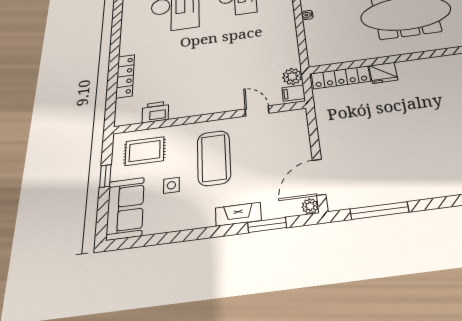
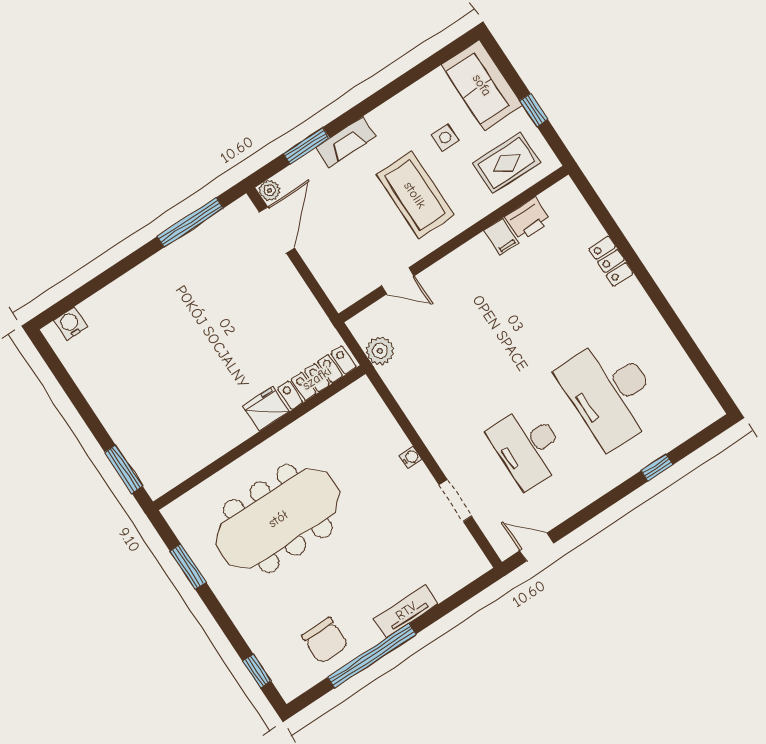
locker: (125, 76) -> (611, 261), width x0.66
filing cabinet: (293, 93) -> (501, 237), moved, turned 90

